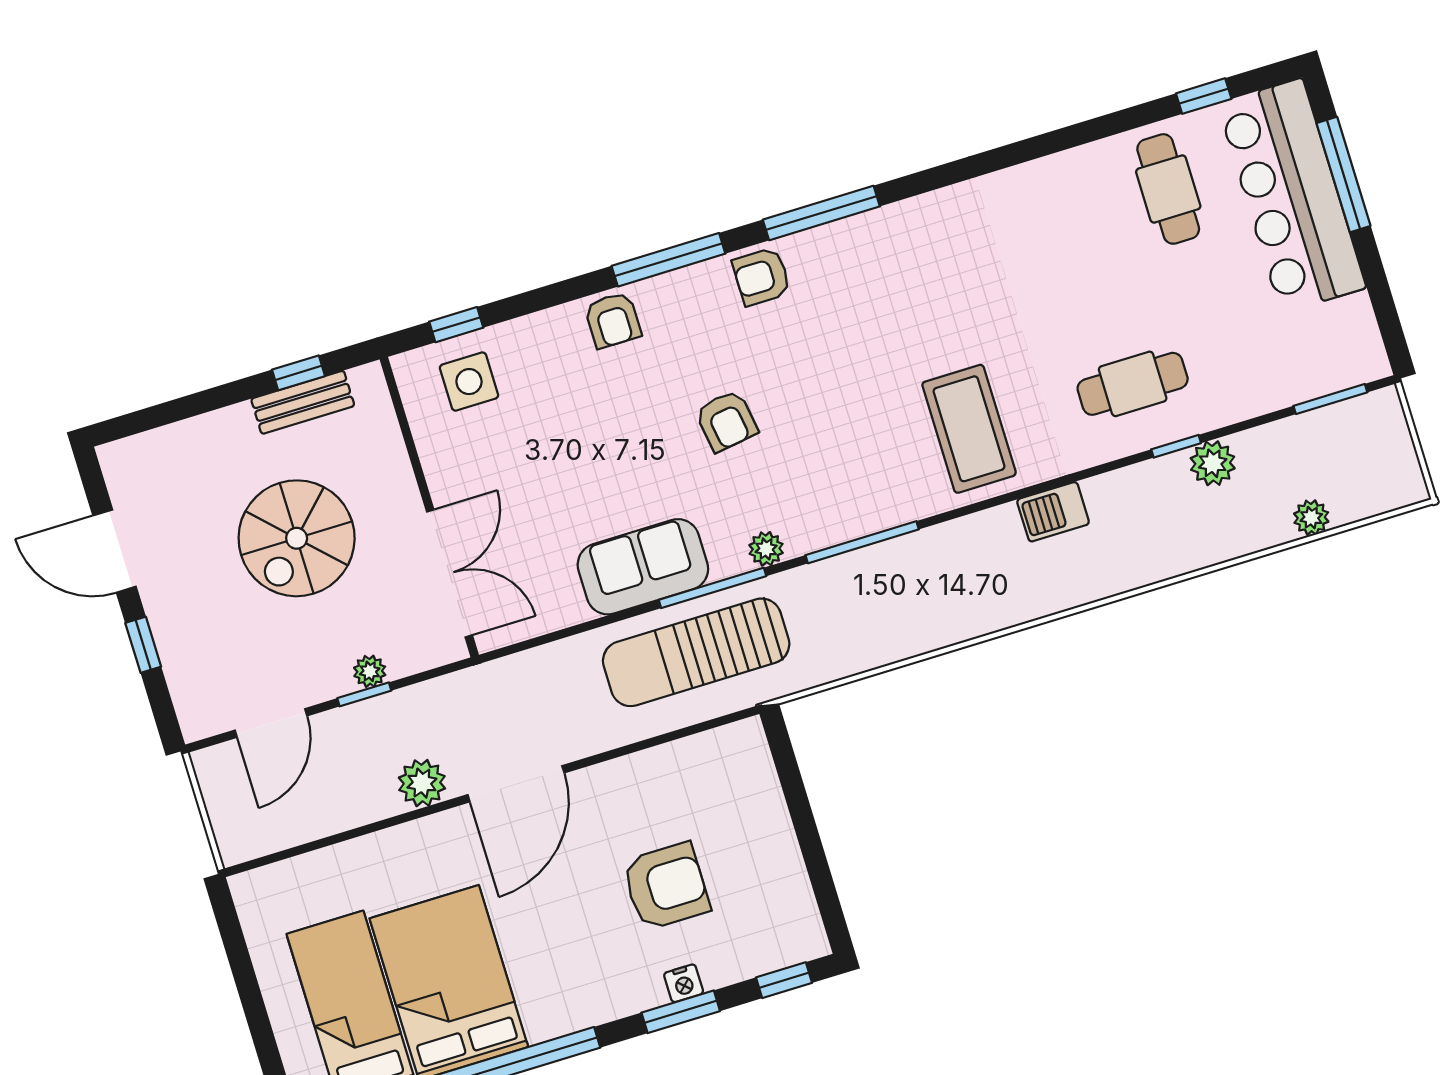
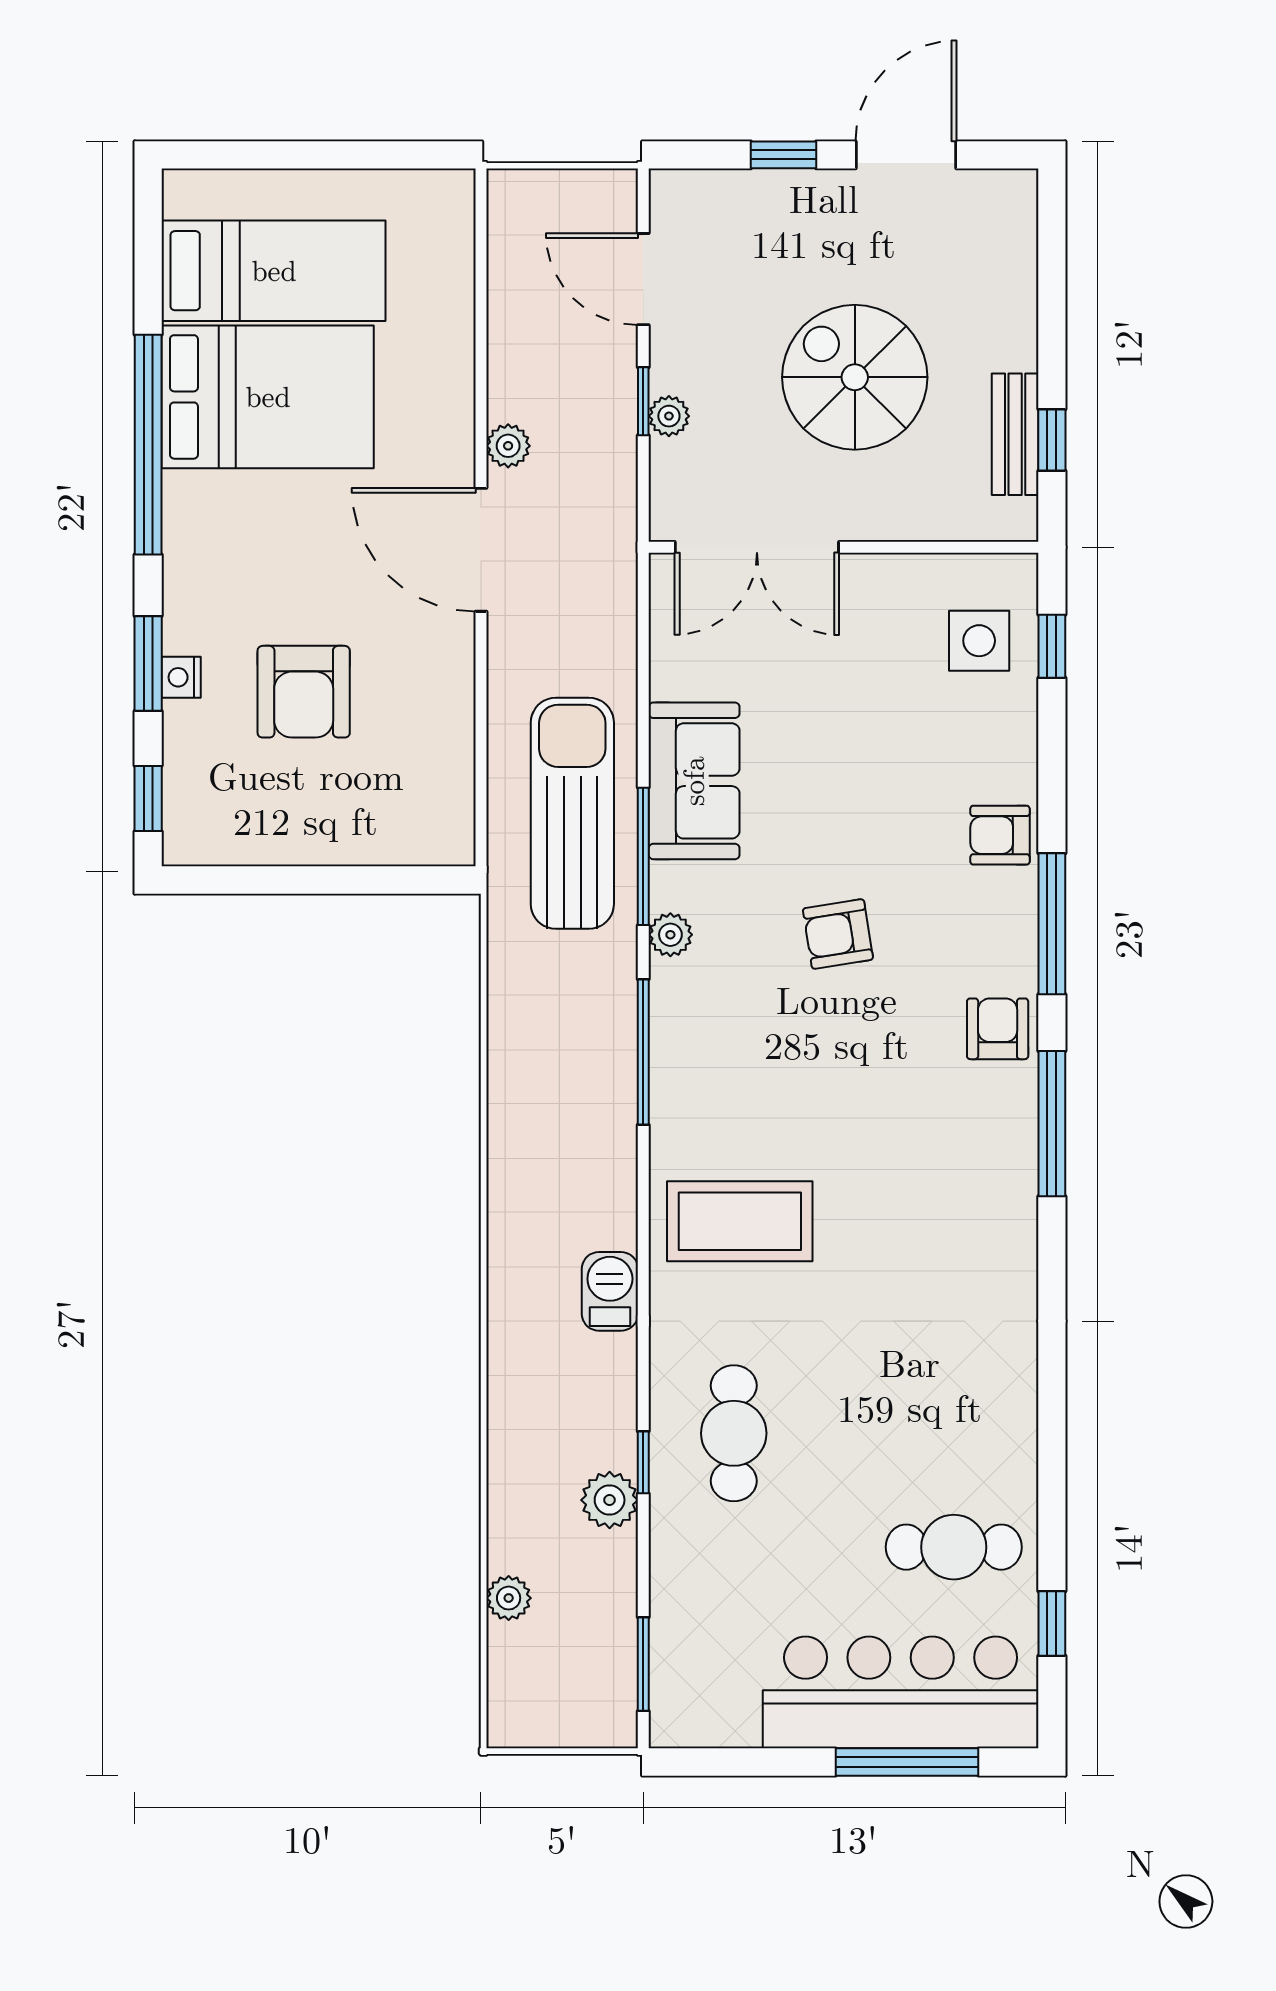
plant: (422, 783) -> (508, 446), width x0.73, depth x0.73

